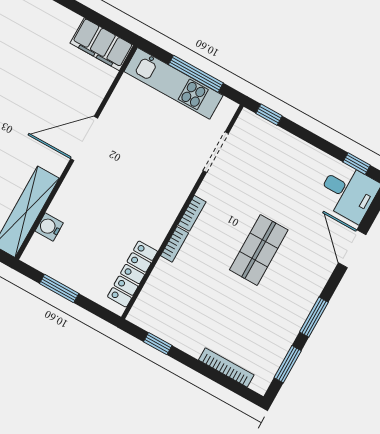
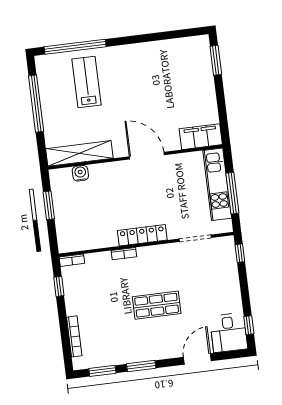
filing cabinet: (102, 44) -> (201, 137), moved, turned 90
bookcase: (192, 213) -> (72, 260), moved
locker: (133, 274) -> (142, 235), moved

